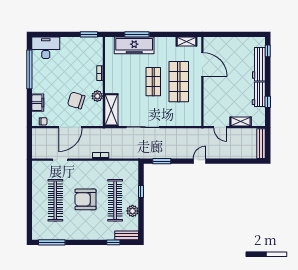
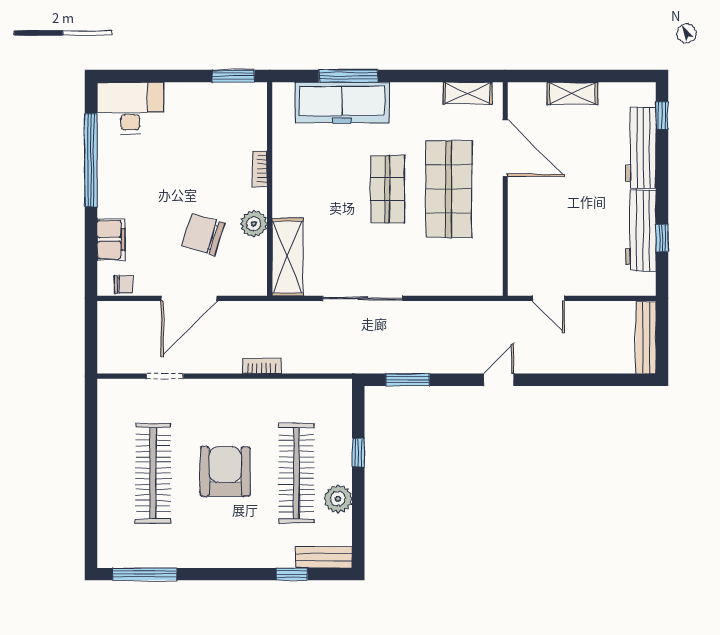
workbench: (259, 94) -> (641, 230), width x1.37
shelving: (241, 121) -> (572, 93), moved
armchair: (85, 199) -> (225, 471), turned 90

